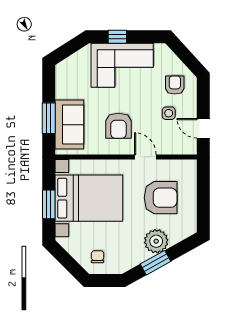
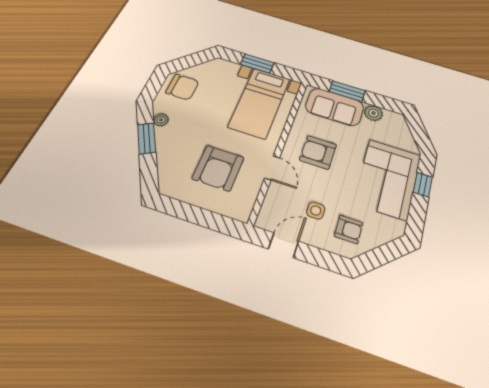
plant: (63, 90) -> (374, 113), added
door: (145, 157) -> (272, 168), hinge flipped
bed with nightstands: (89, 198) -> (260, 103), width x0.73
plant: (156, 241) -> (161, 120), moved, width x0.53, depth x0.53
chair: (98, 257) -> (182, 87), width x1.87, depth x1.87

